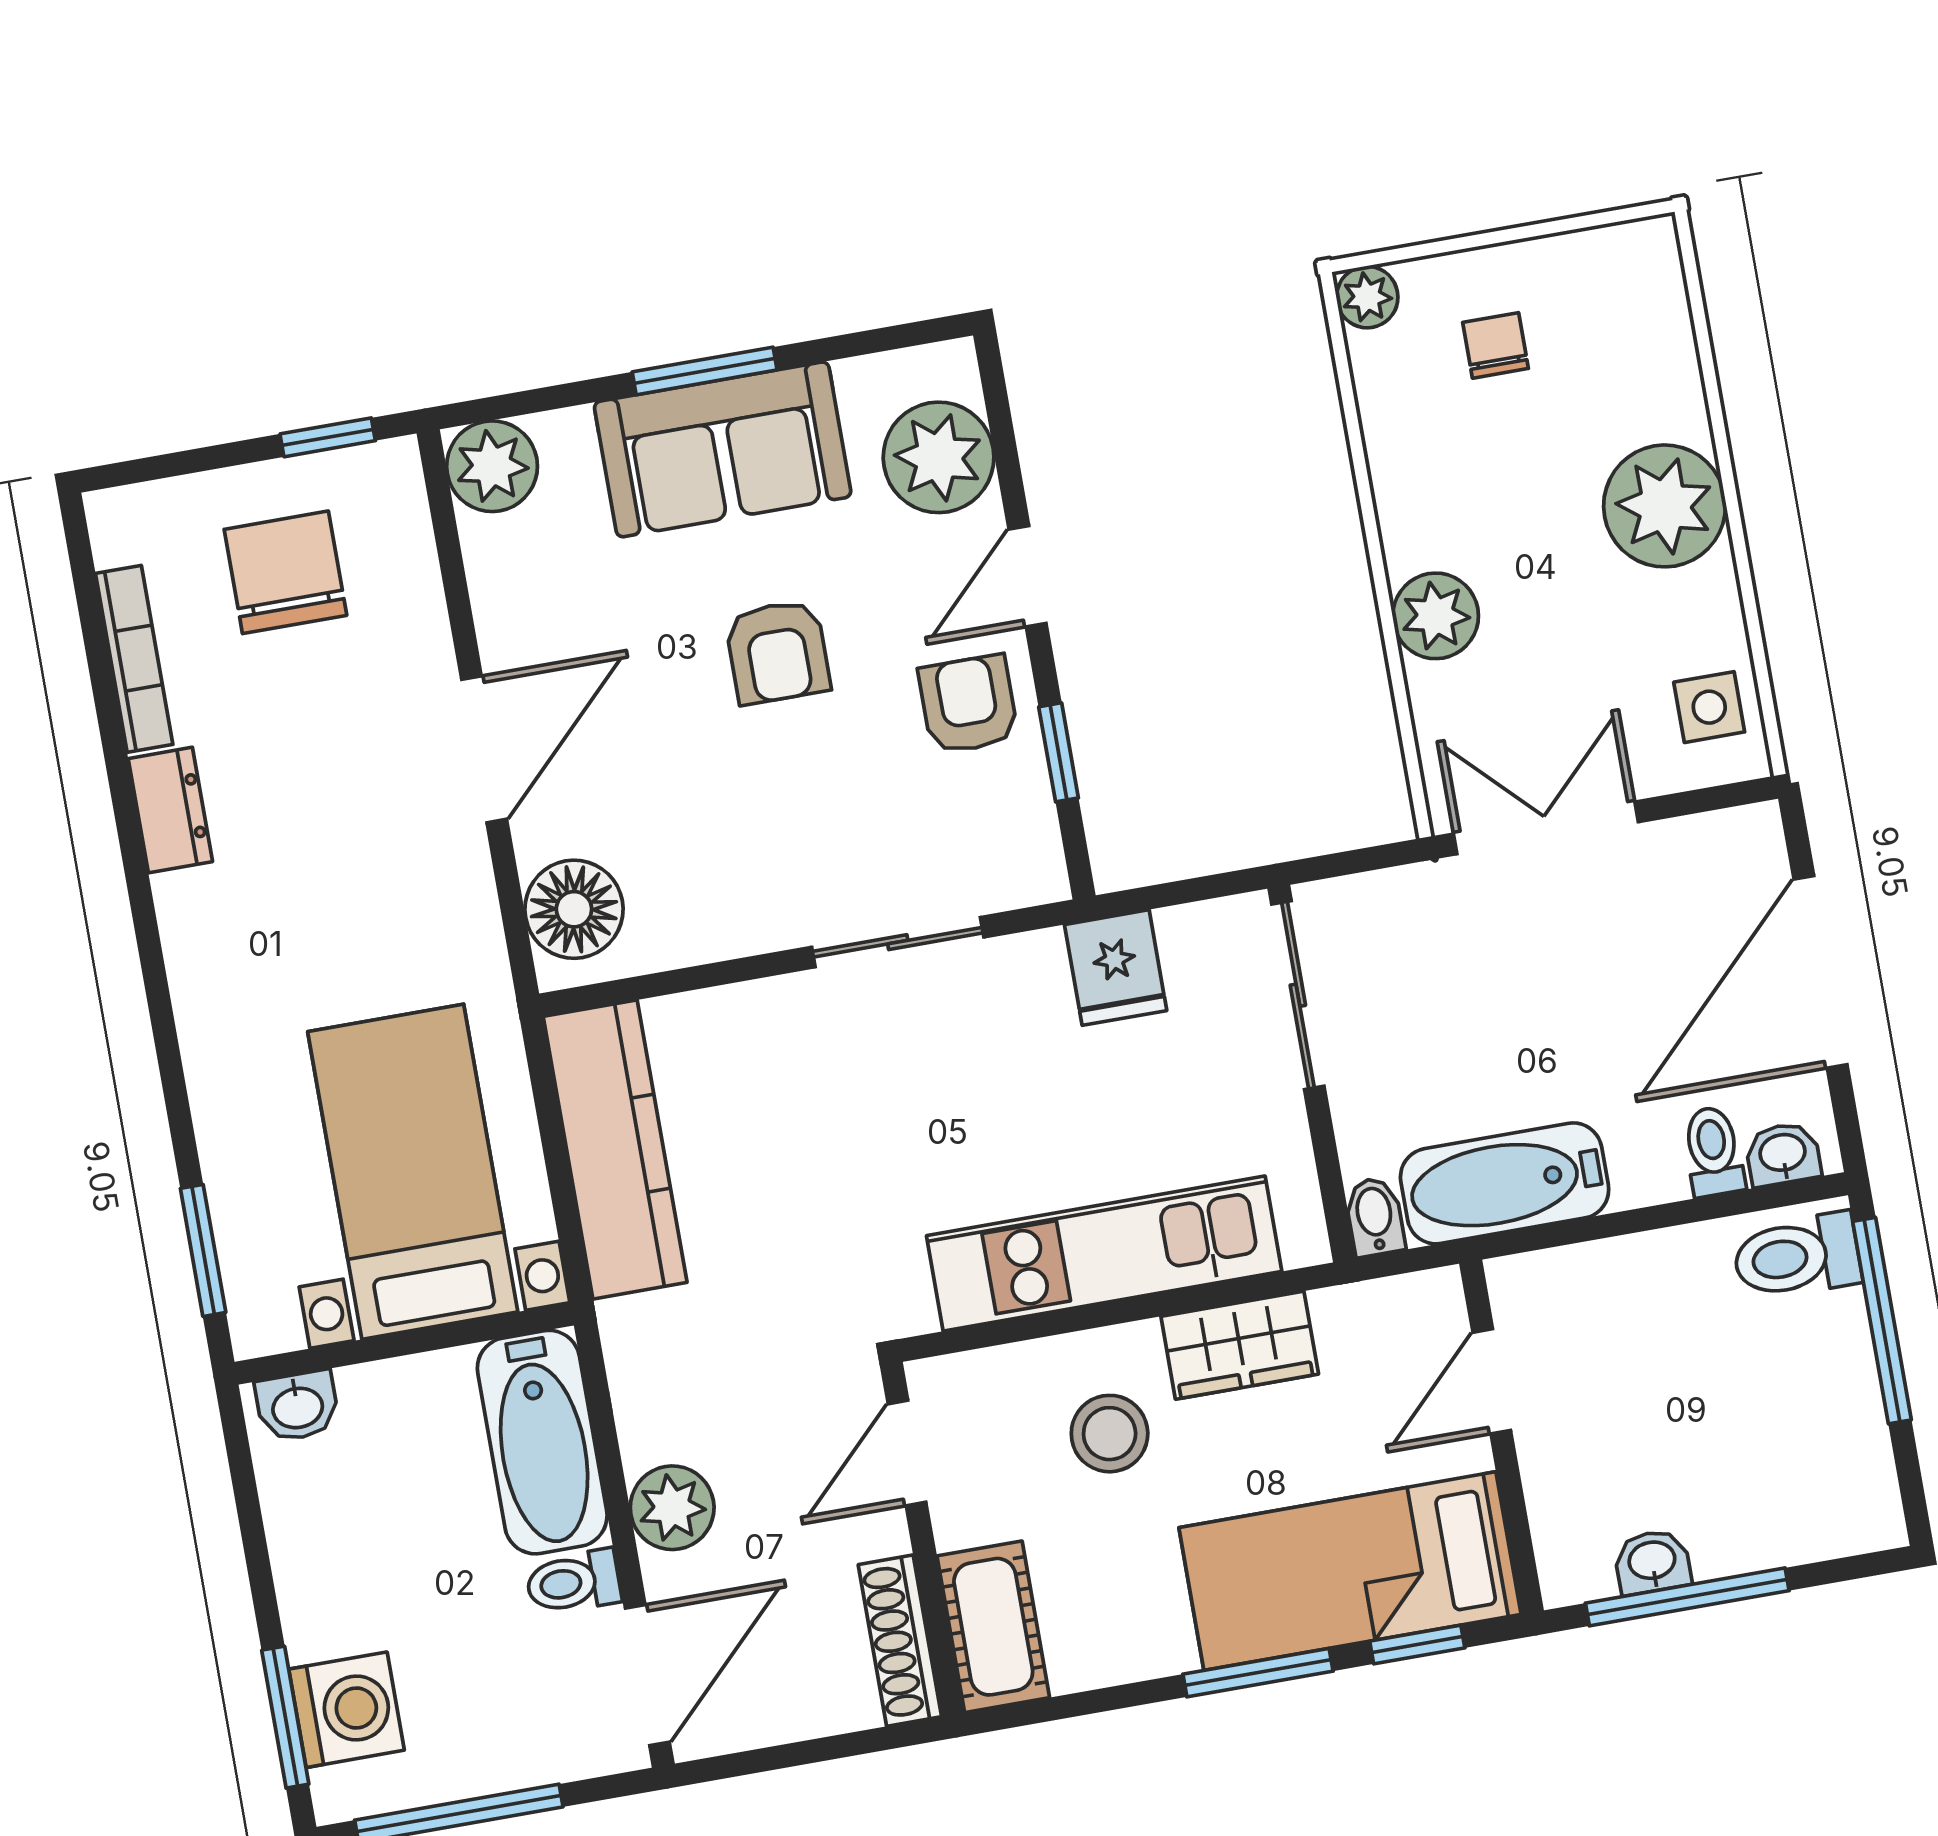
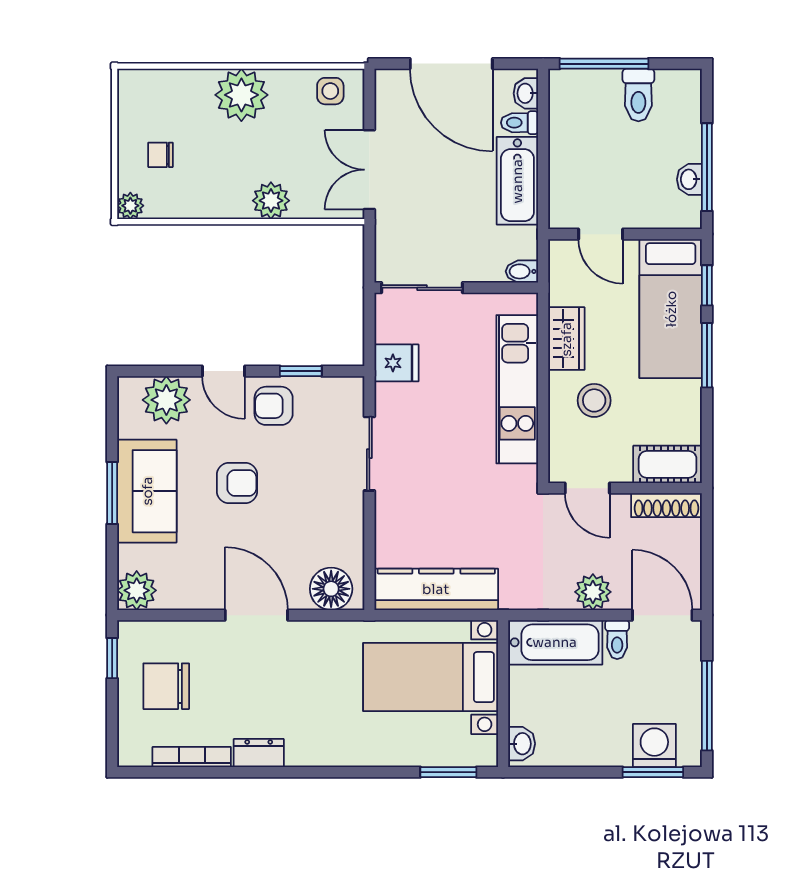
bathtub: (1505, 1183) -> (517, 181), moved
toilet: (1797, 1256) -> (638, 95), moved

